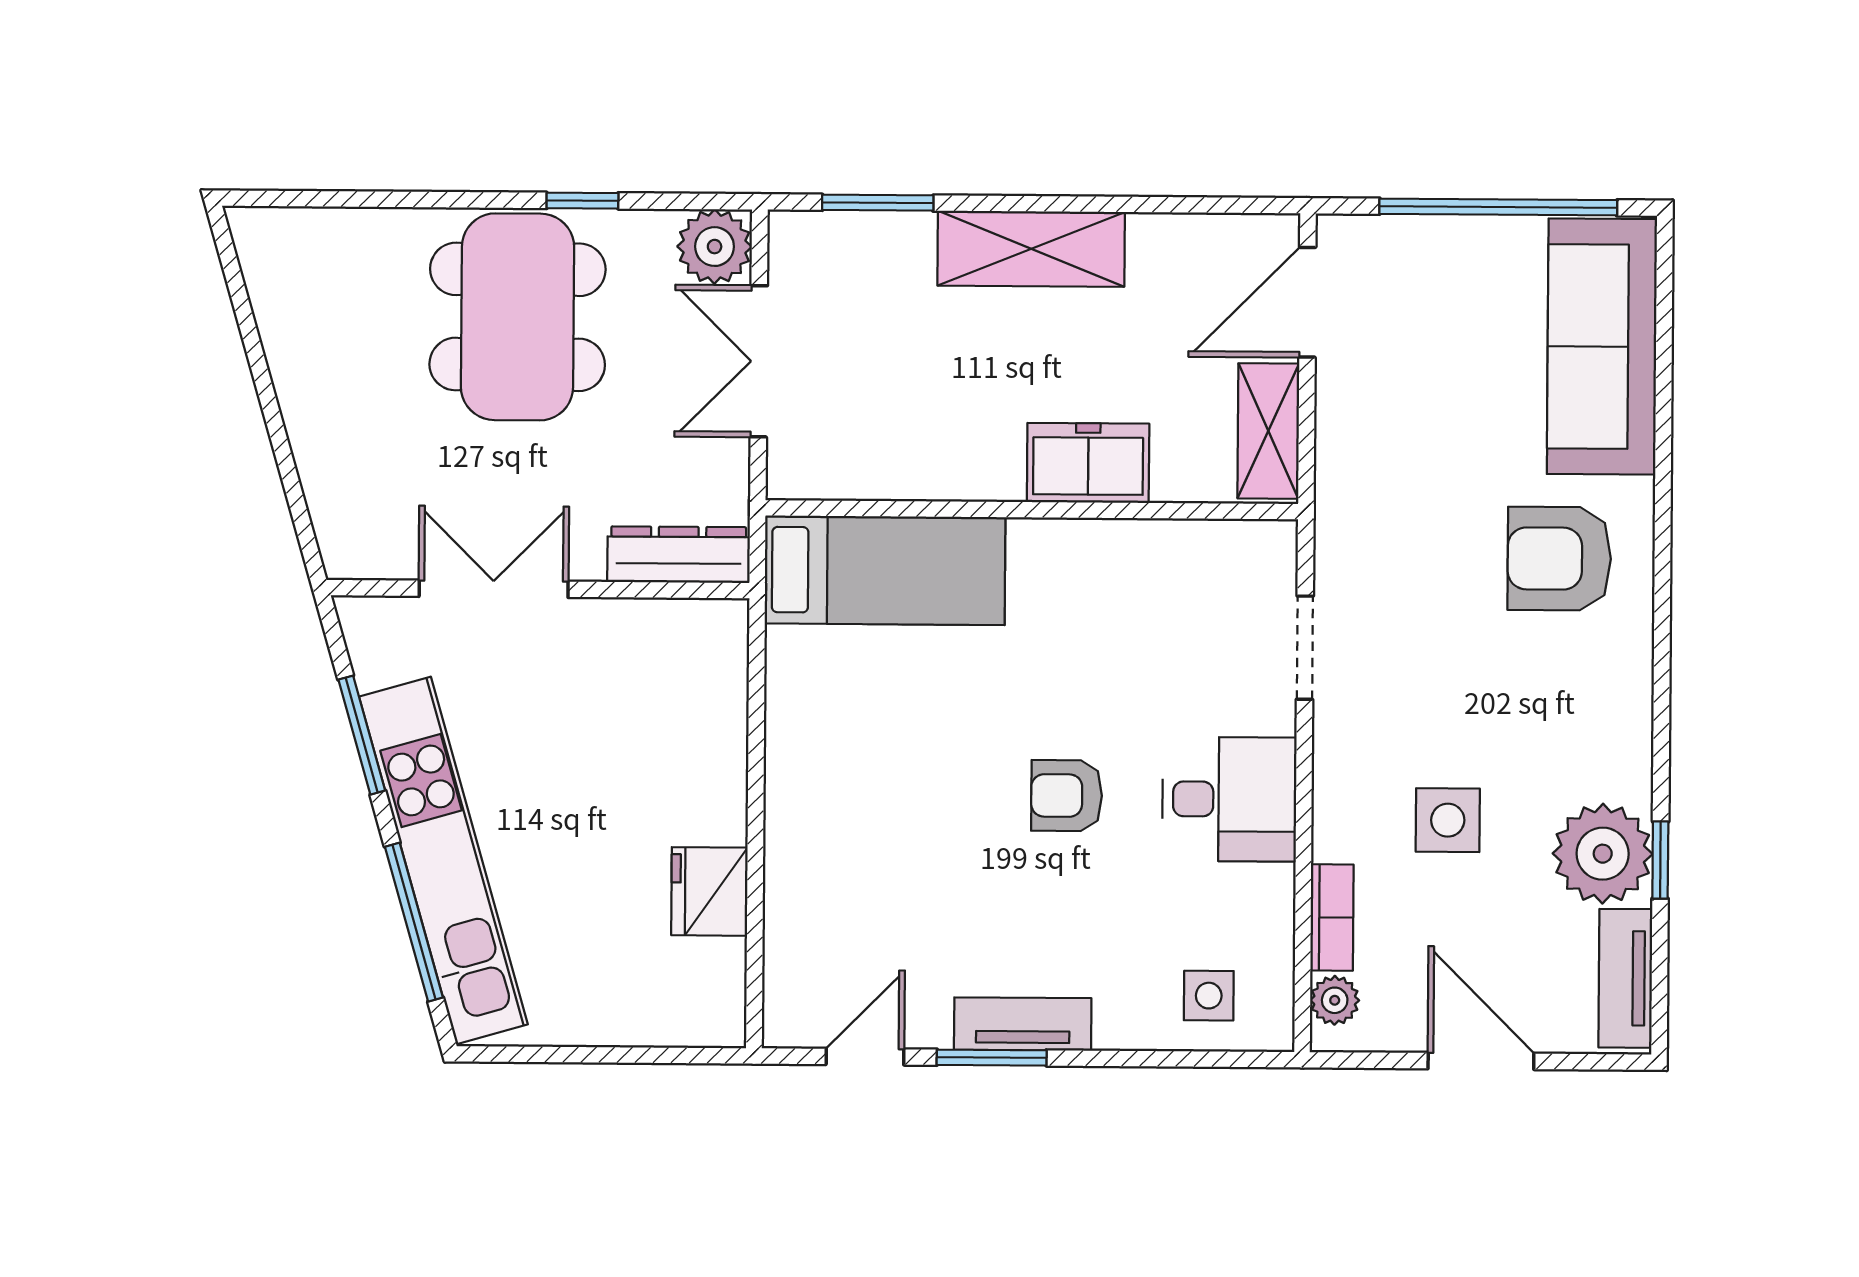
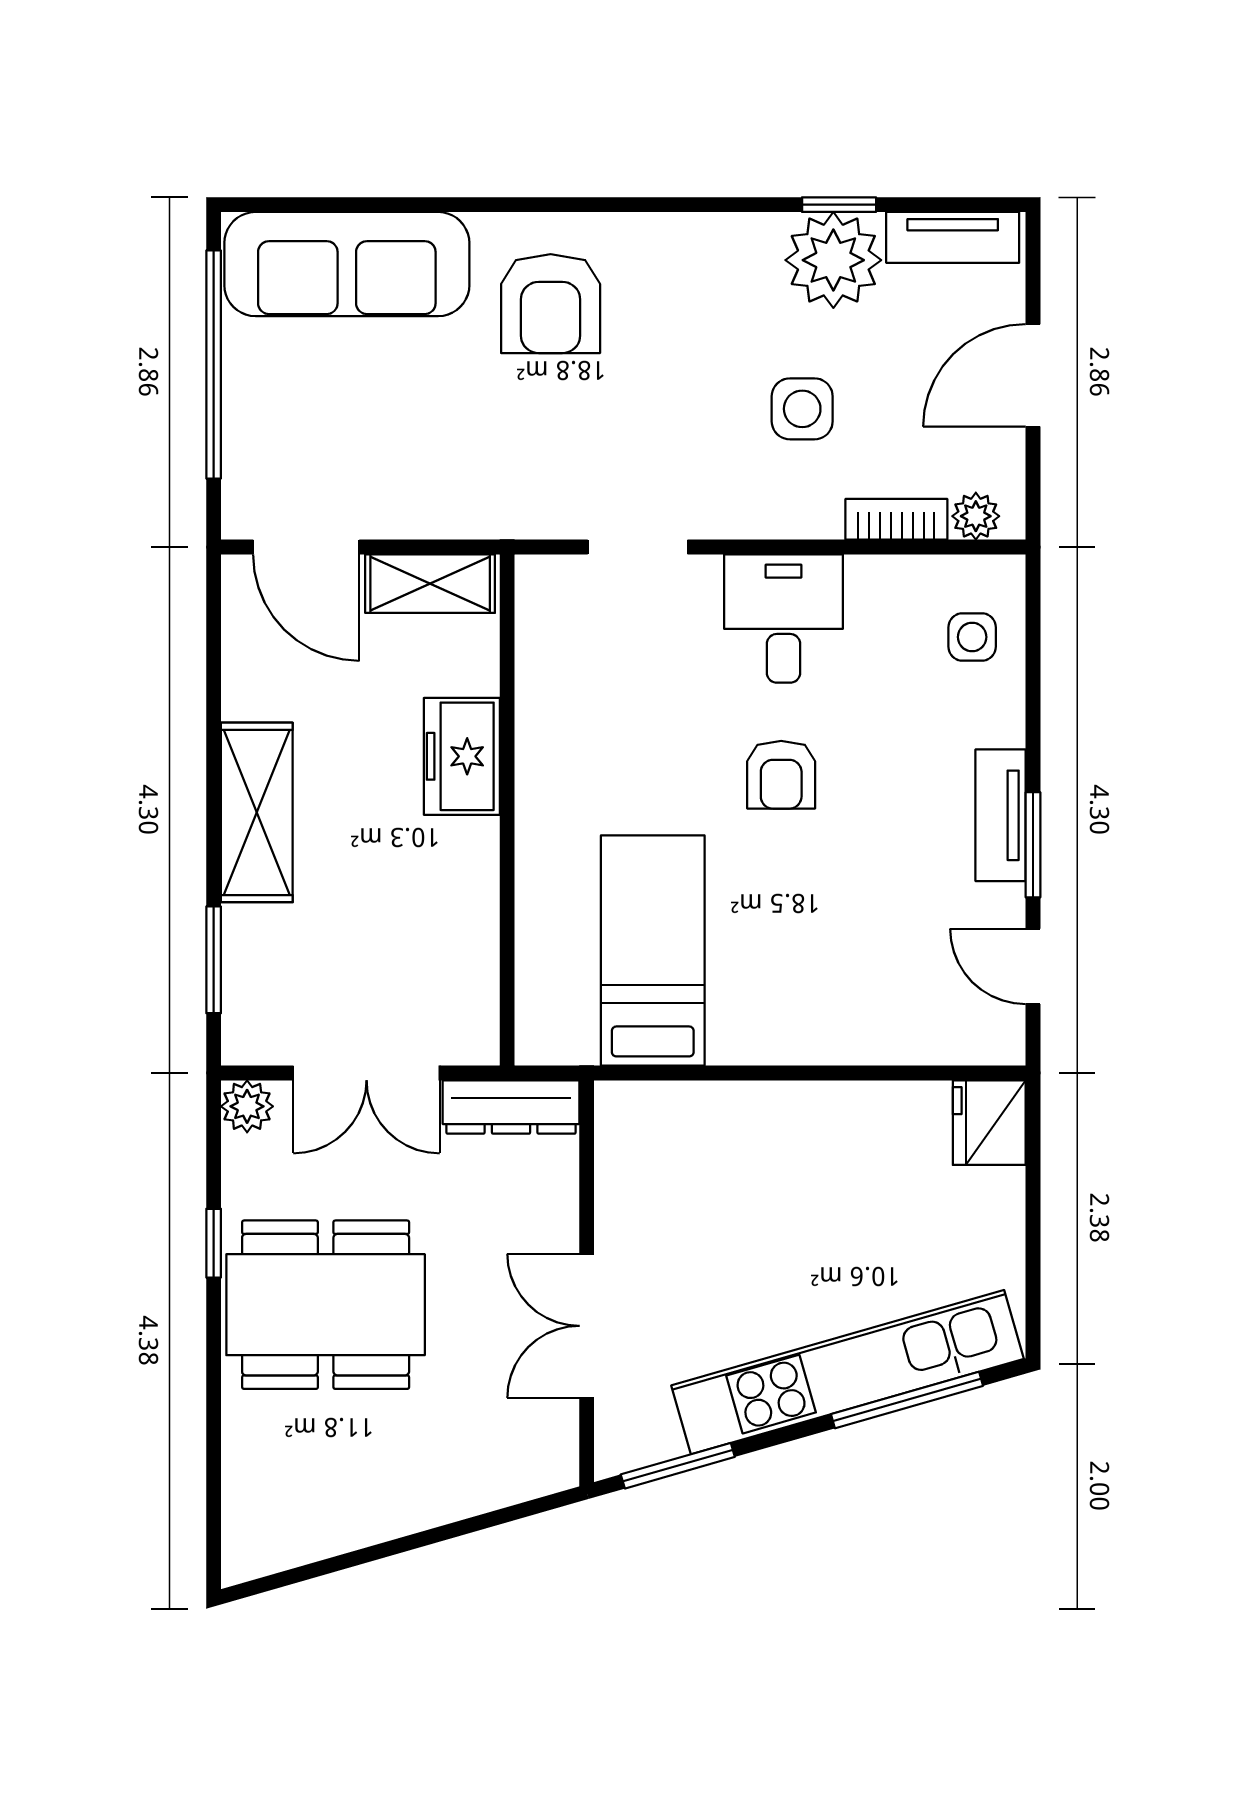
plant: (715, 247) -> (247, 1106), width x0.73, depth x0.73
dresser: (679, 555) -> (511, 1107), moved, turned -90
bed: (885, 570) -> (653, 950), moved
window: (362, 735) -> (678, 1466), moved
fridge: (709, 891) -> (989, 1123), moved, turned 90

